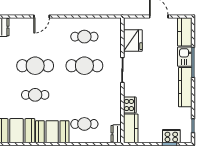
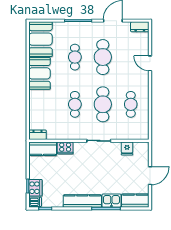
fridge: (133, 40) -> (127, 148), width x0.53, depth x0.75
cafe table: (84, 124) -> (75, 104), moved
dishwasher: (186, 136) -> (35, 202), added

